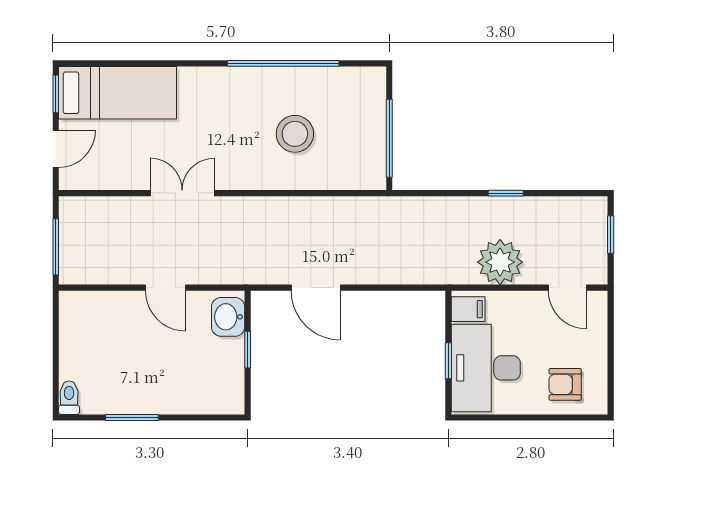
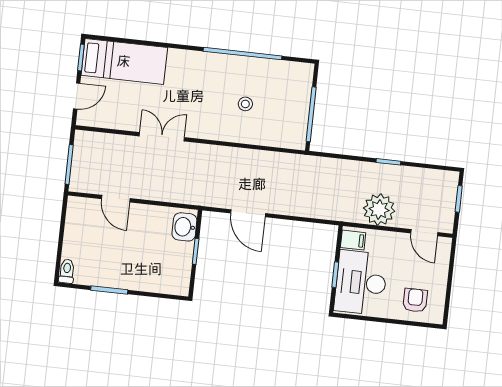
stool: (295, 134) -> (245, 104), width x0.53, depth x0.53
door: (166, 288) -> (116, 199), moved
armchair: (565, 384) -> (415, 300), turned 90

